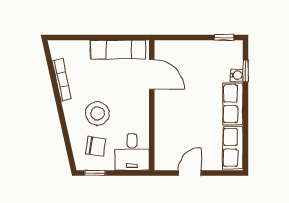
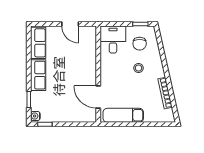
water cooler: (237, 75) -> (35, 116), moved
stool: (97, 113) -> (139, 68), width x0.53, depth x0.53
chair: (96, 146) -> (140, 44), turned -99
door: (190, 173) -> (70, 24), hinge flipped

